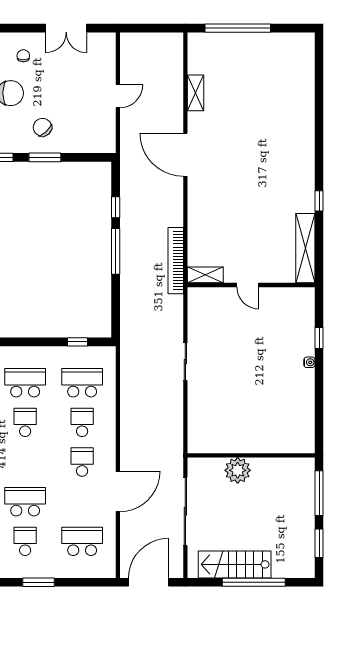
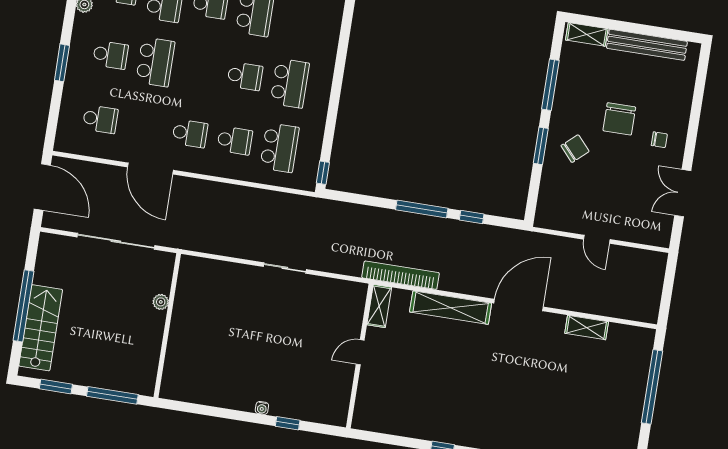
shelving: (305, 248) -> (451, 308), moved
window: (78, 342) -> (323, 173), moved
plant: (238, 470) -> (161, 302), width x0.53, depth x0.53
school desk: (82, 541) -> (100, 119), width x0.54
stairs: (235, 564) -> (41, 328), moved

